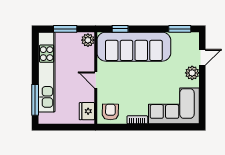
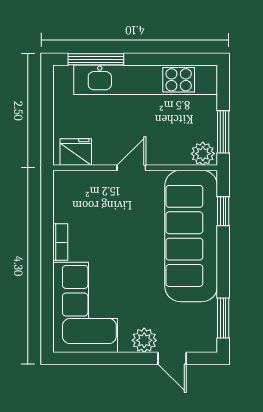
window: (65, 29) -> (223, 132), moved
armchair: (110, 112) -> (74, 194), removed

